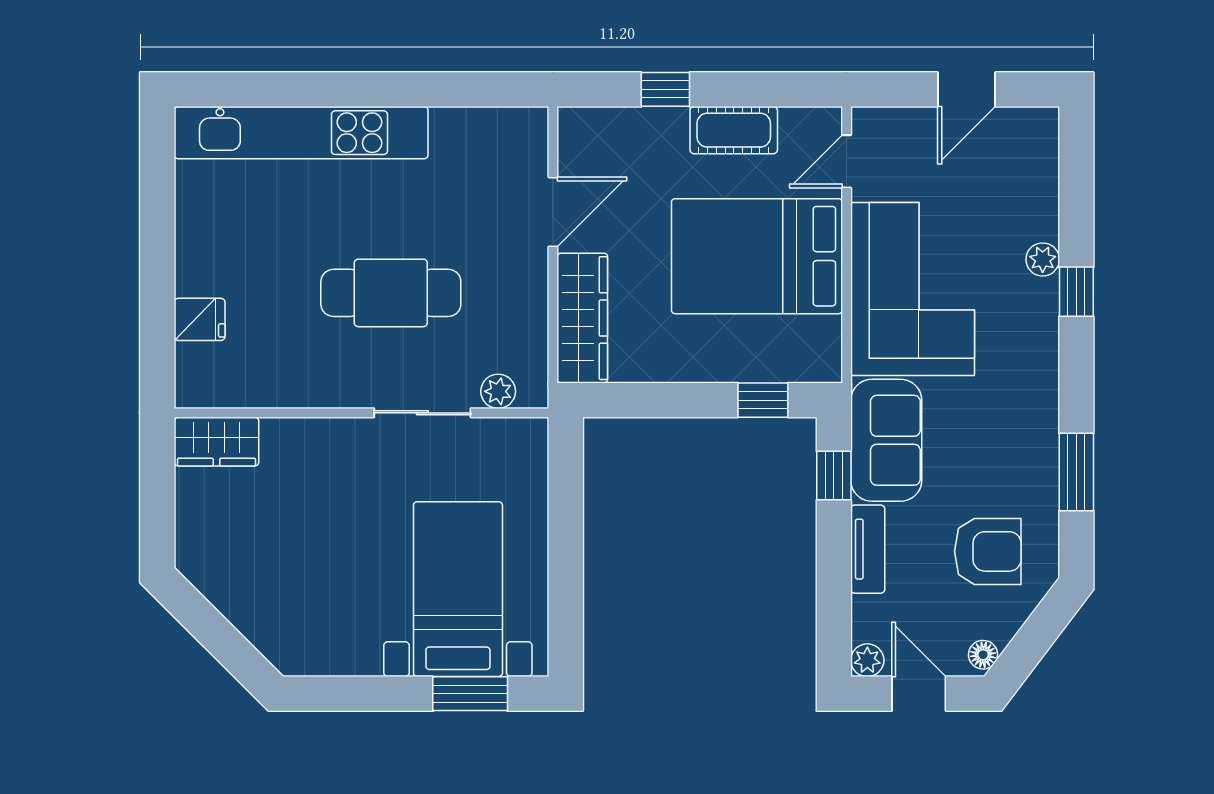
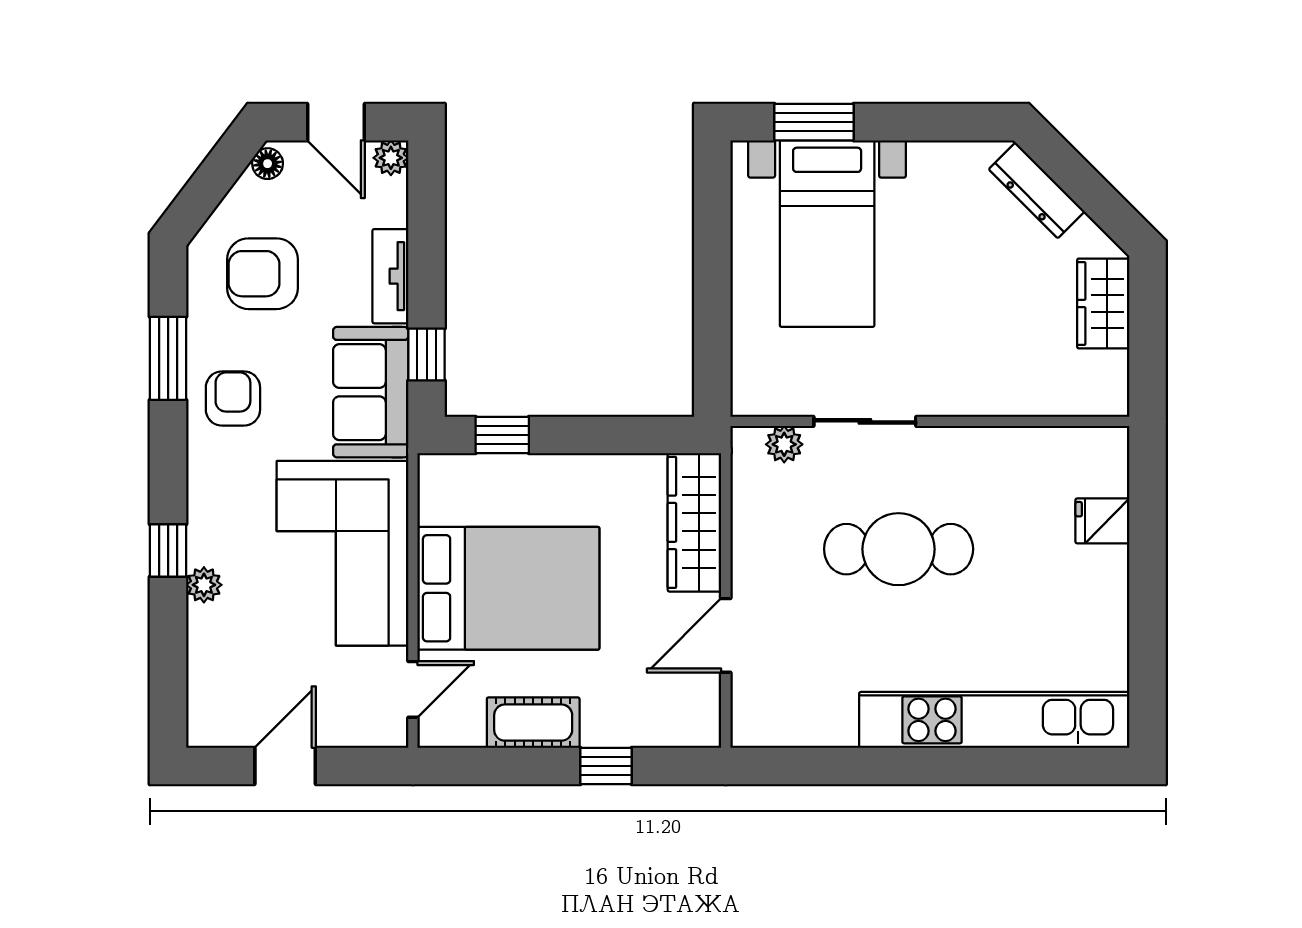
armchair: (1016, 434) -> (233, 399), added
wardrobe: (216, 442) -> (1103, 303), moved, turned -90
dresser: (261, 630) -> (1037, 190), added

